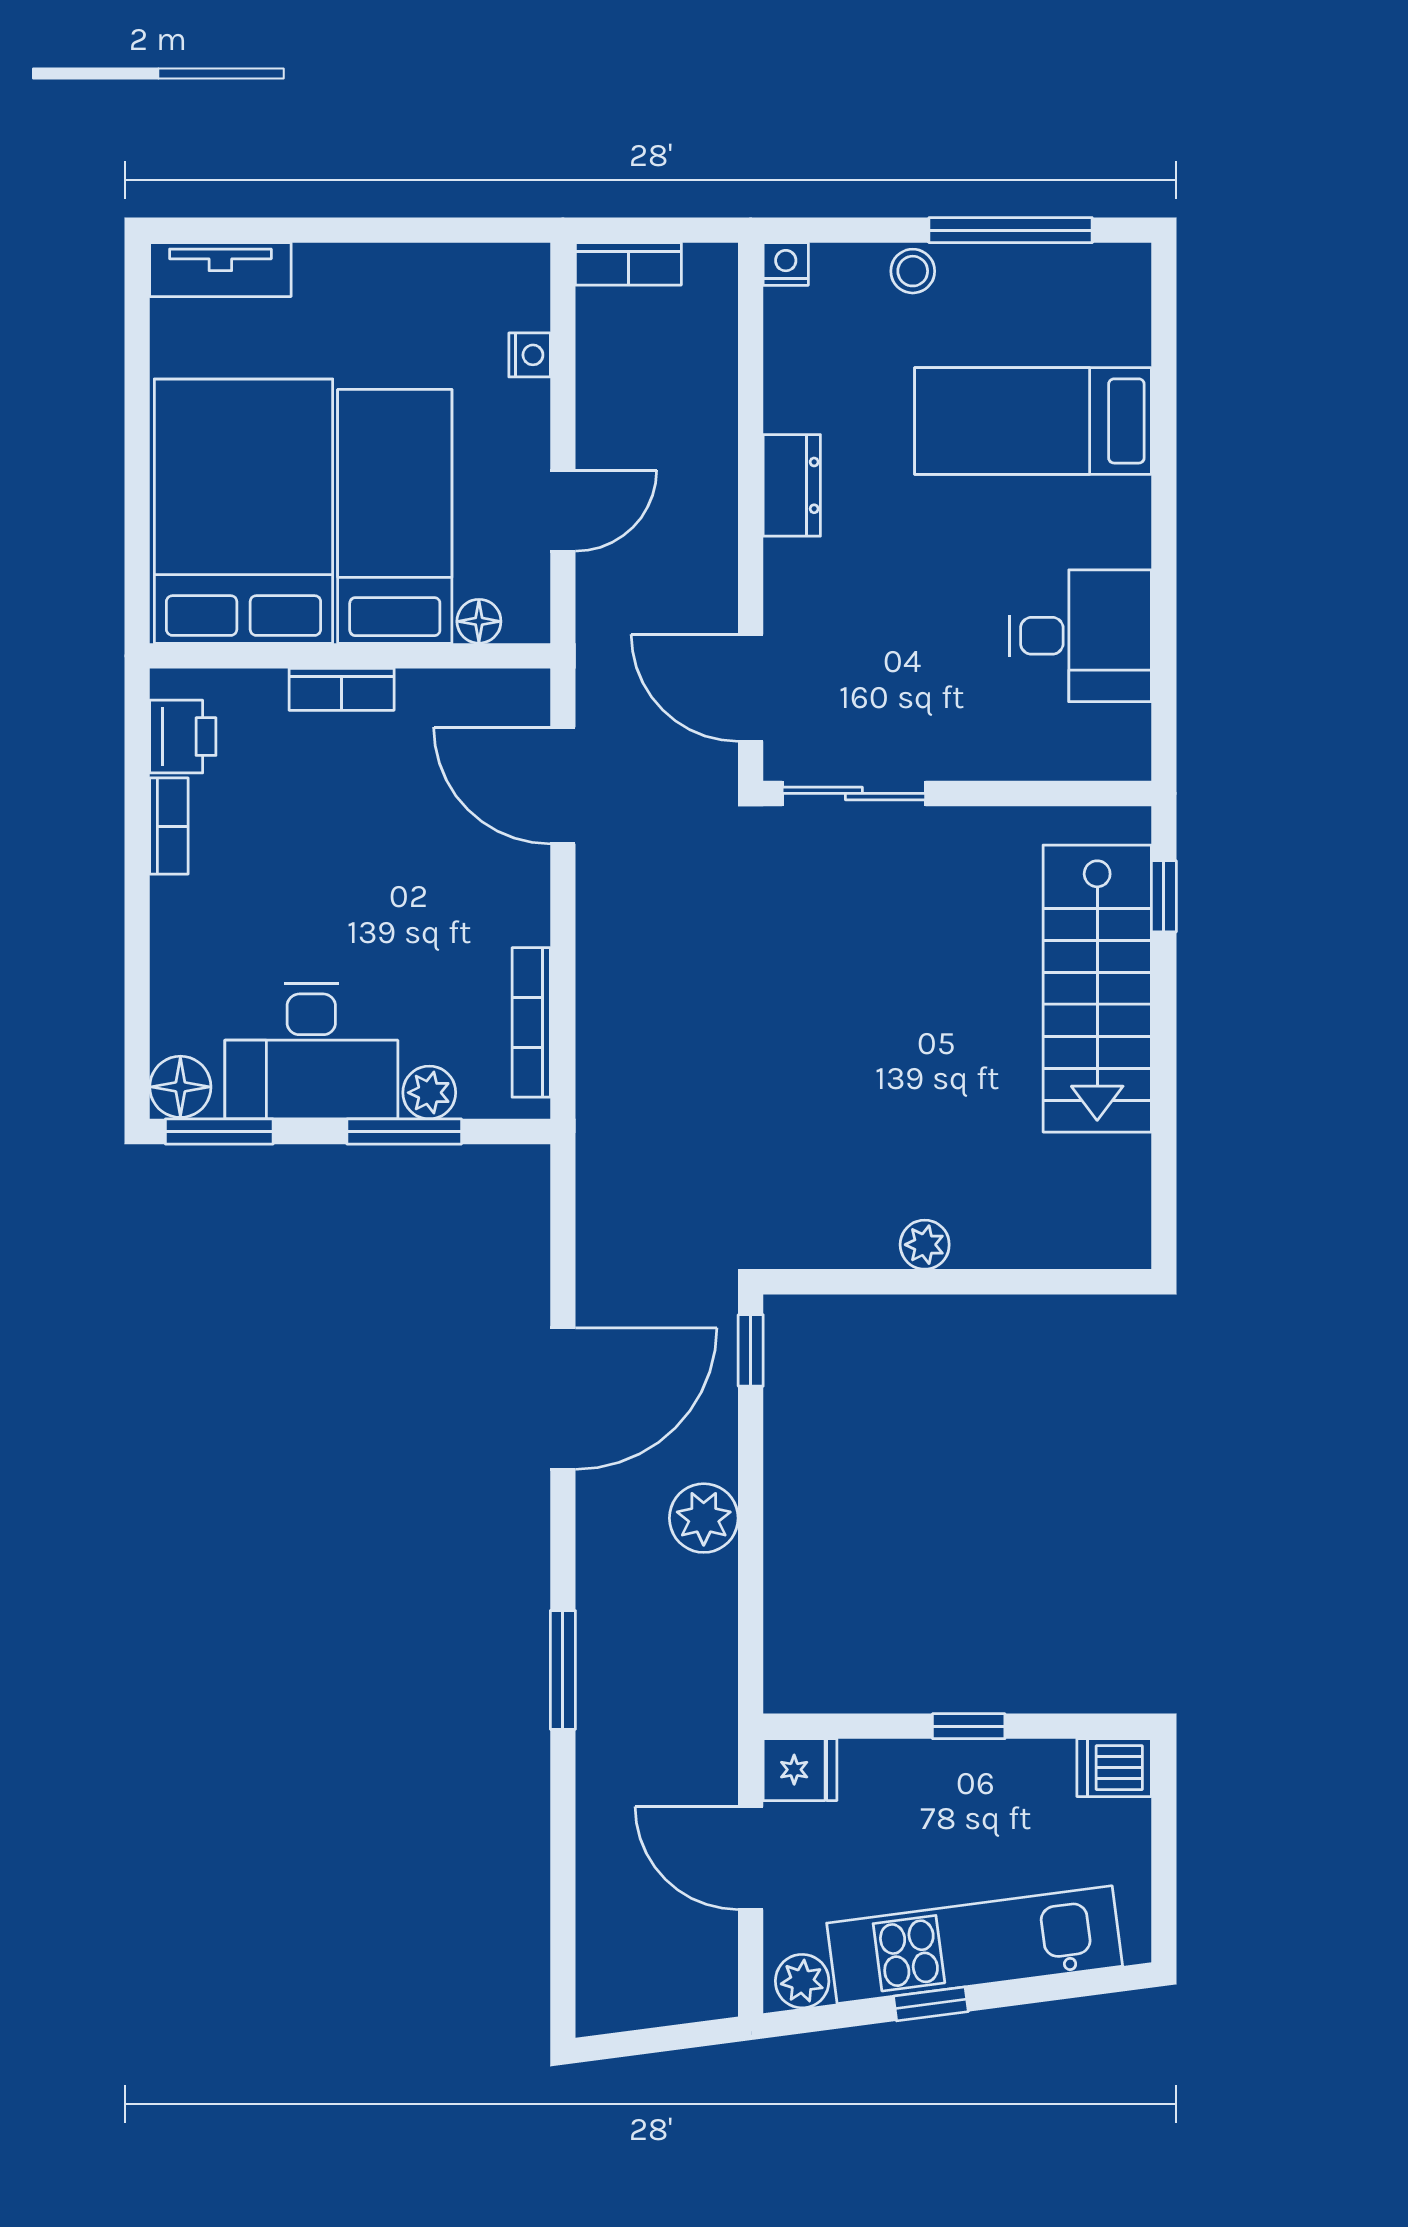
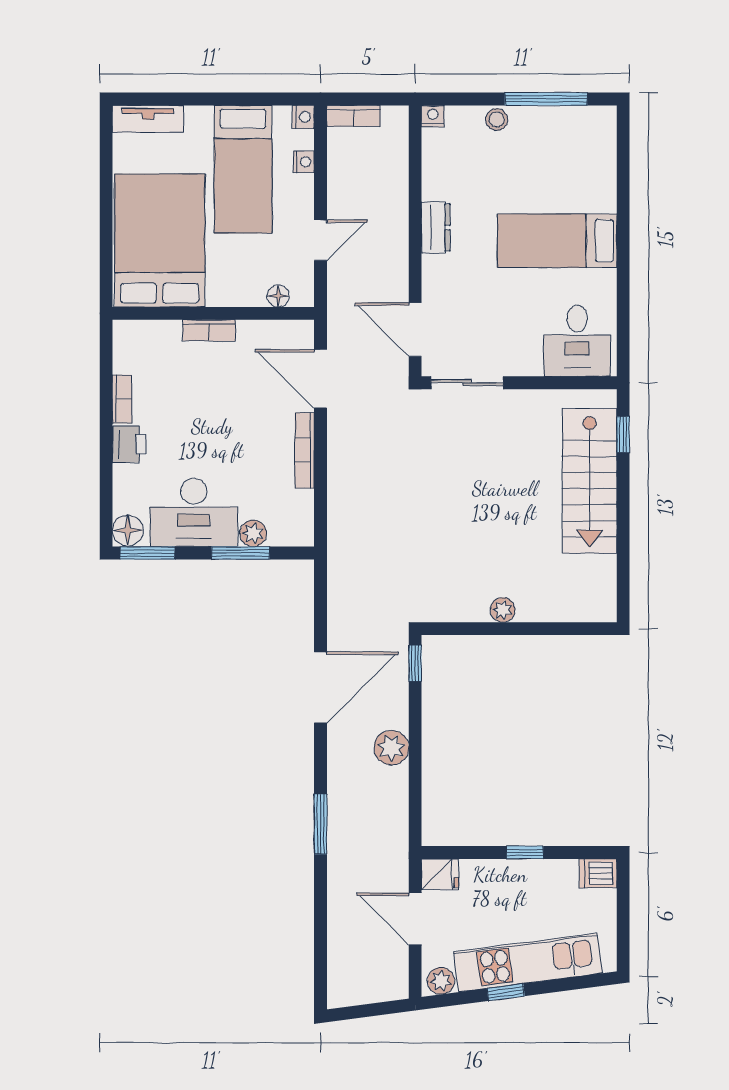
nightstand: (529, 266) -> (303, 117), added
bed: (1033, 421) -> (557, 241), moved
bed: (395, 516) -> (243, 169), moved, turned 180
desk: (1080, 636) -> (577, 341), moved, turned 90
printer: (183, 737) -> (129, 444), moved
bookcase: (531, 1022) -> (305, 450), moved

